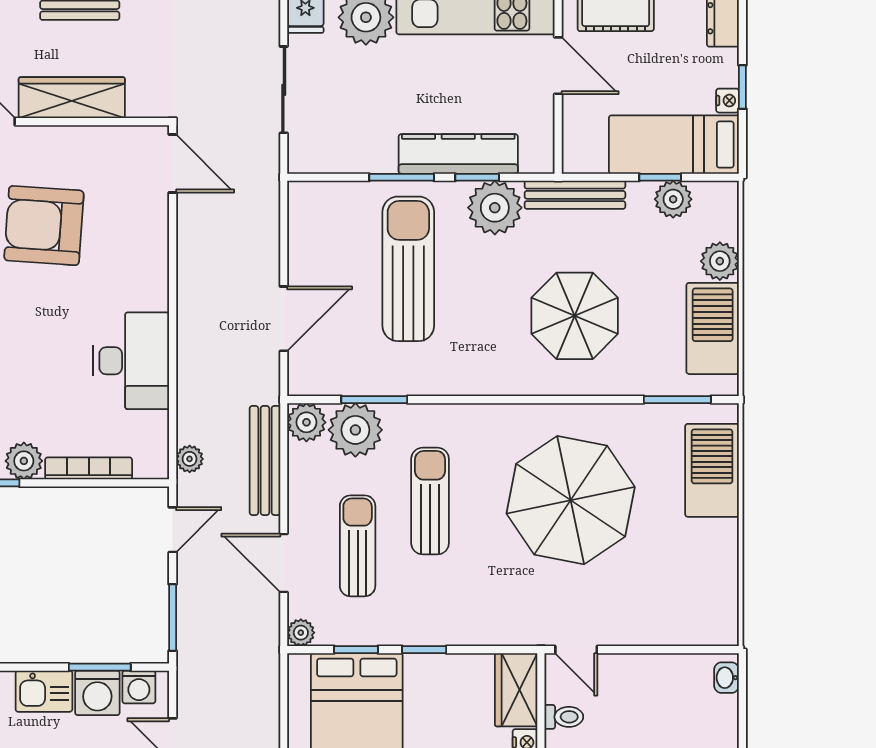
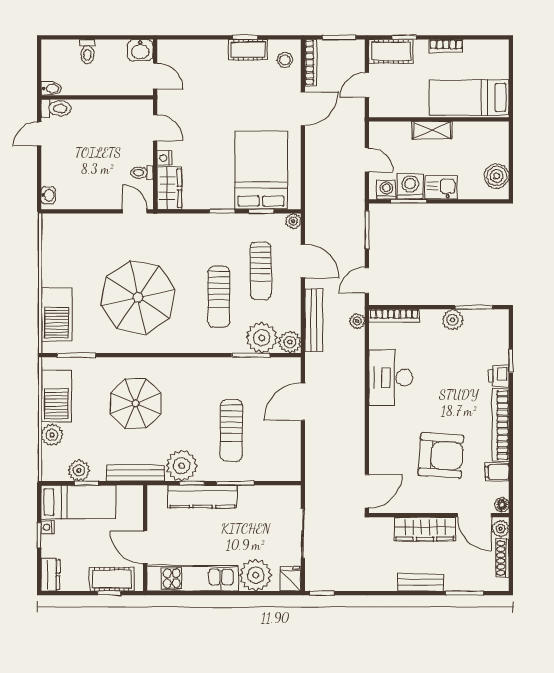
door: (173, 164) -> (367, 491), swing flipped
sun lounger: (408, 269) -> (231, 430), width x0.73, depth x0.75
bookcase: (89, 468) -> (394, 316), moved

